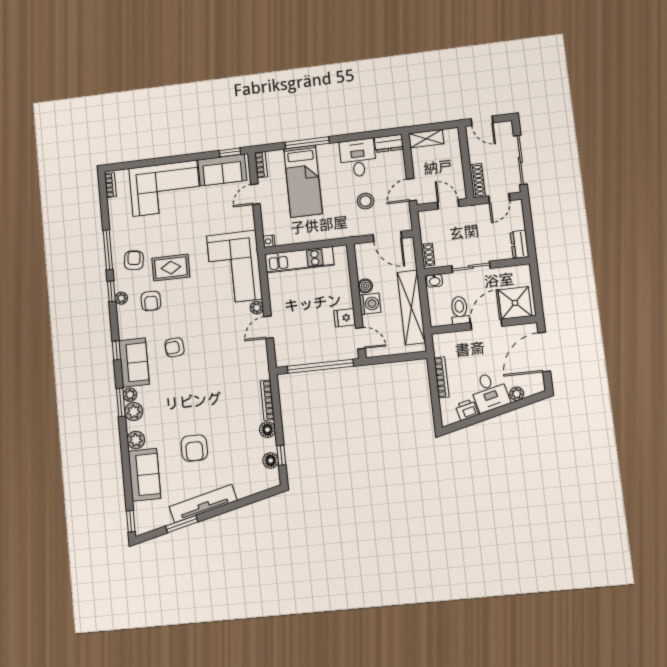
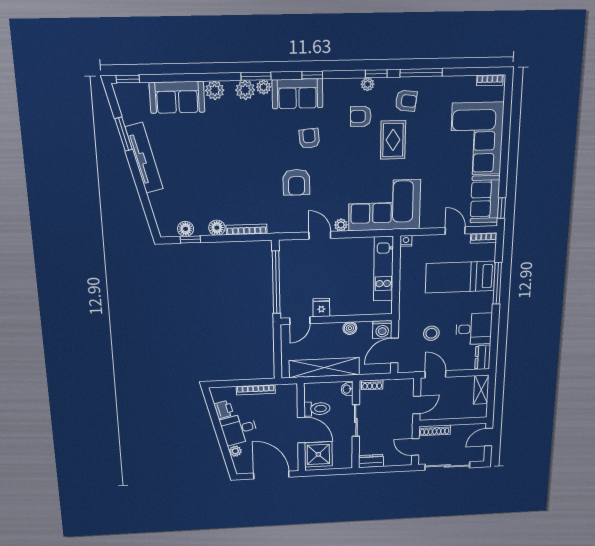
washing machine: (370, 304) -> (382, 329), moved
armchair: (194, 448) -> (296, 182), moved, turned -90

